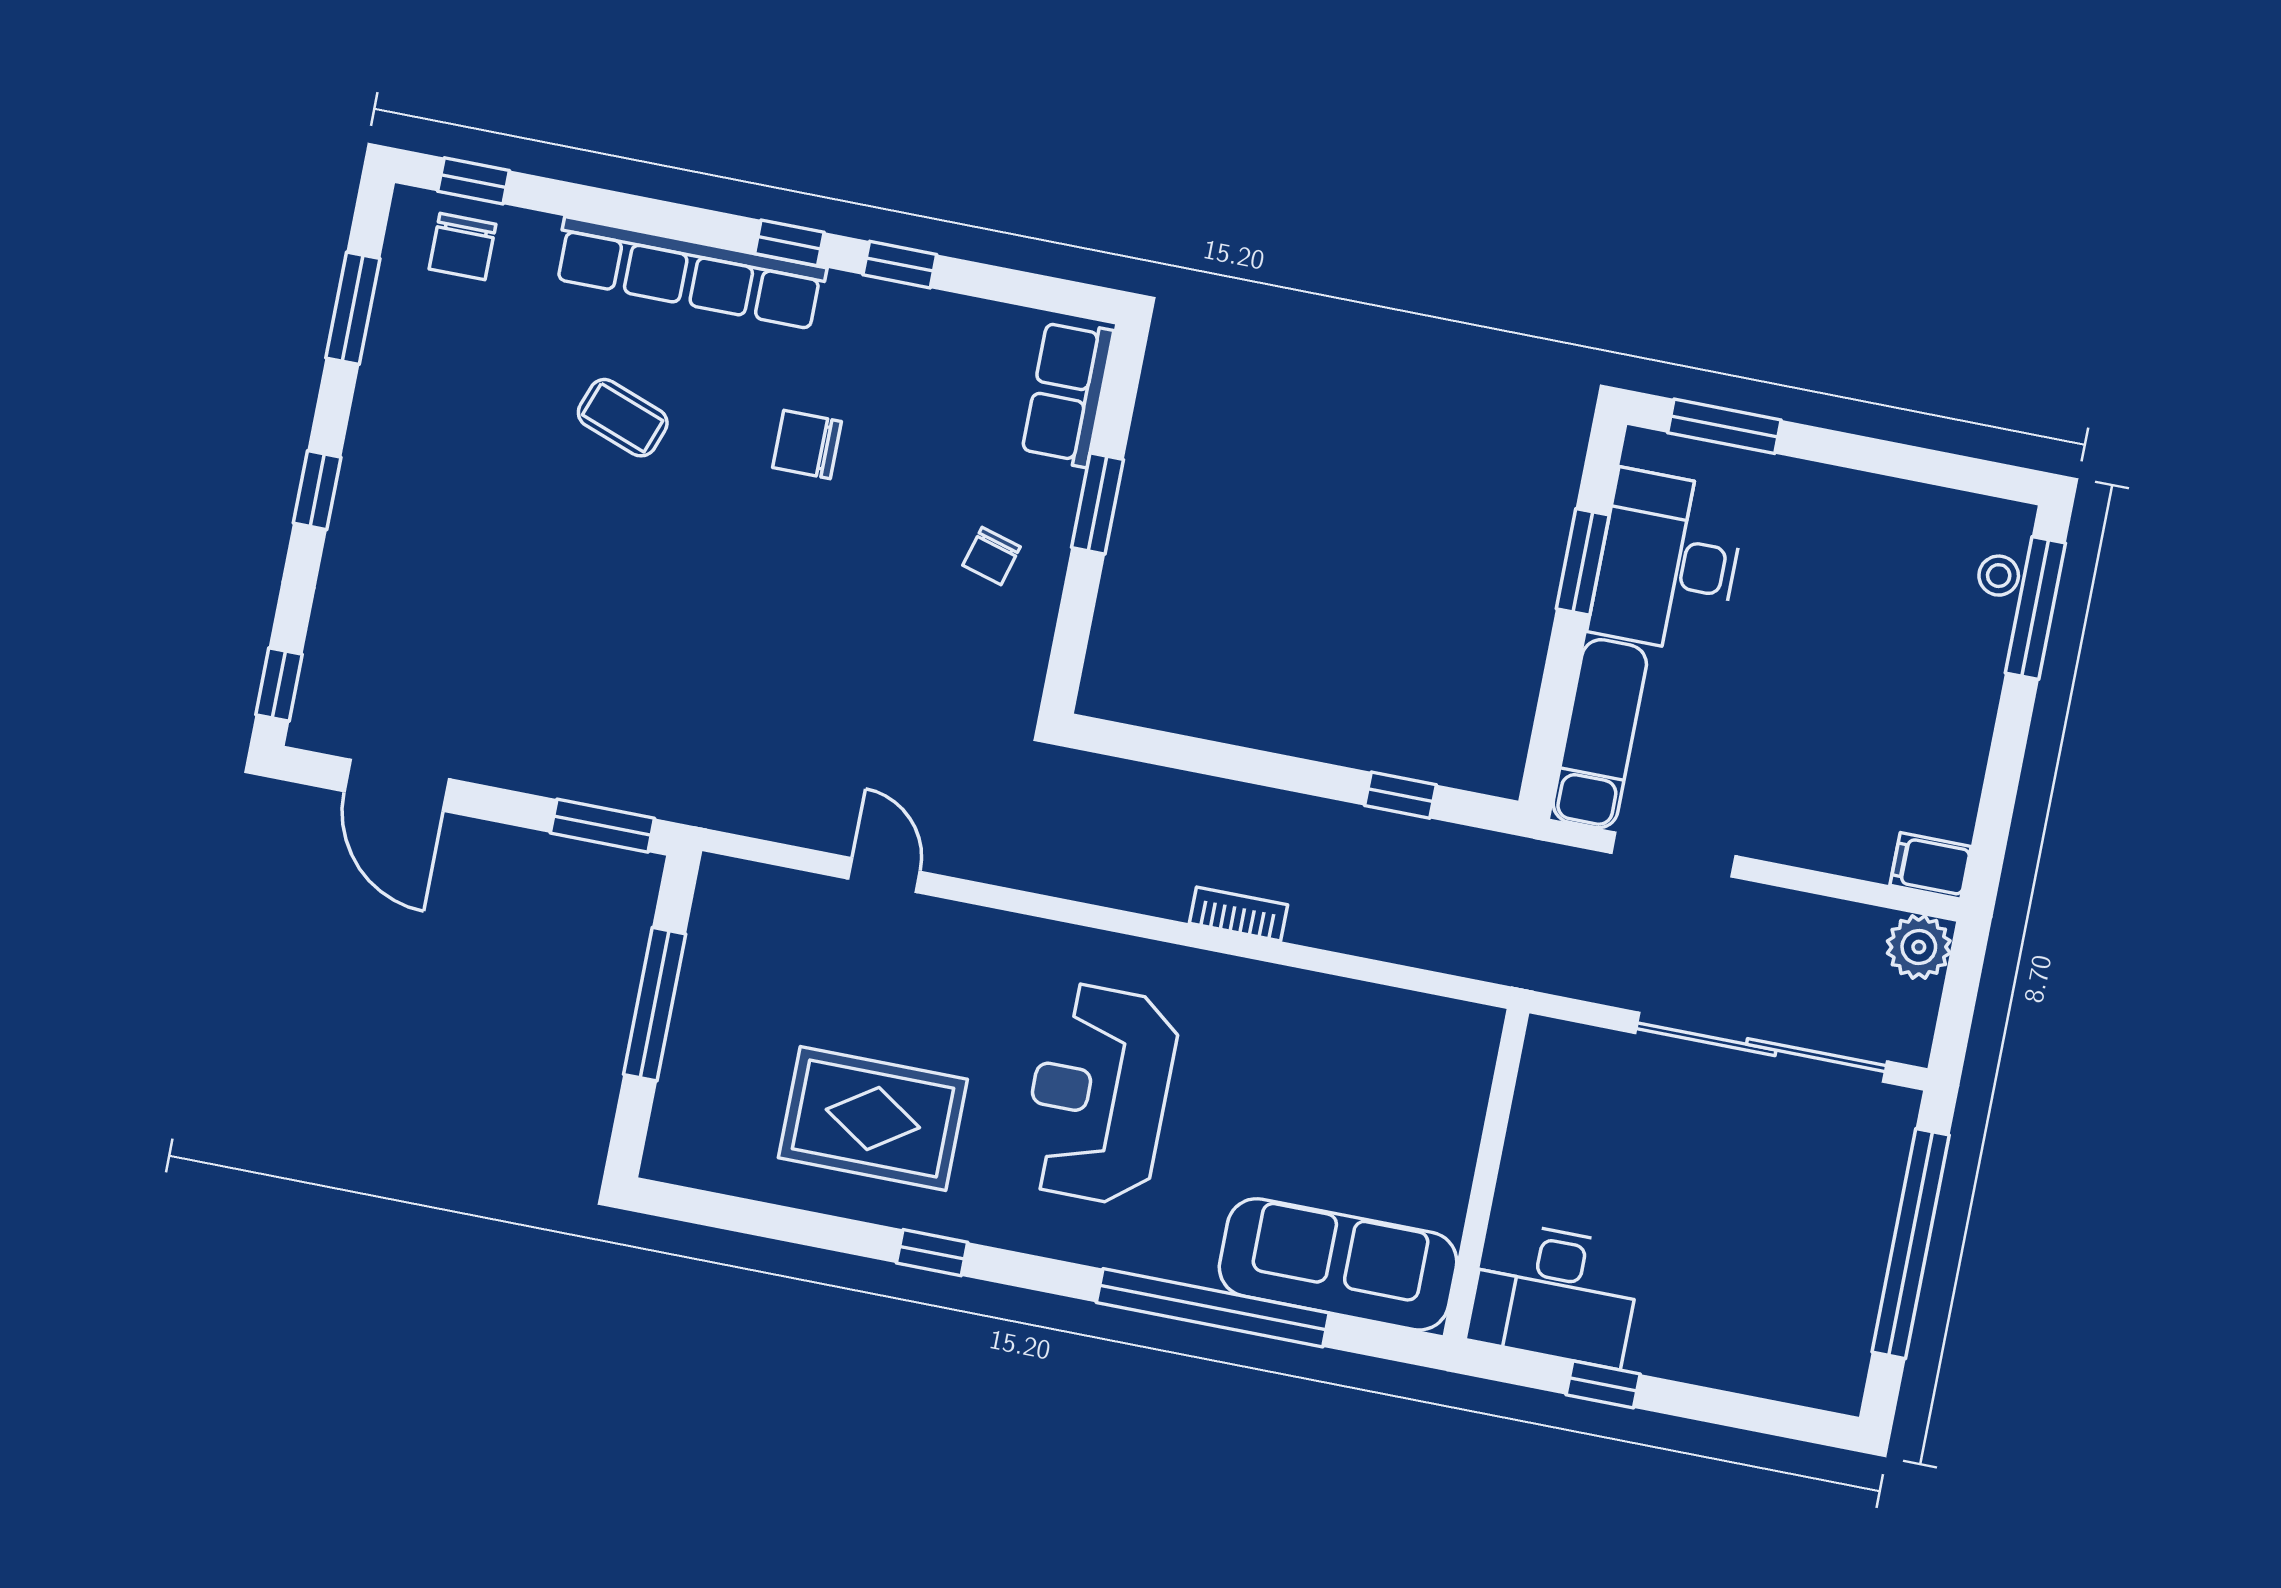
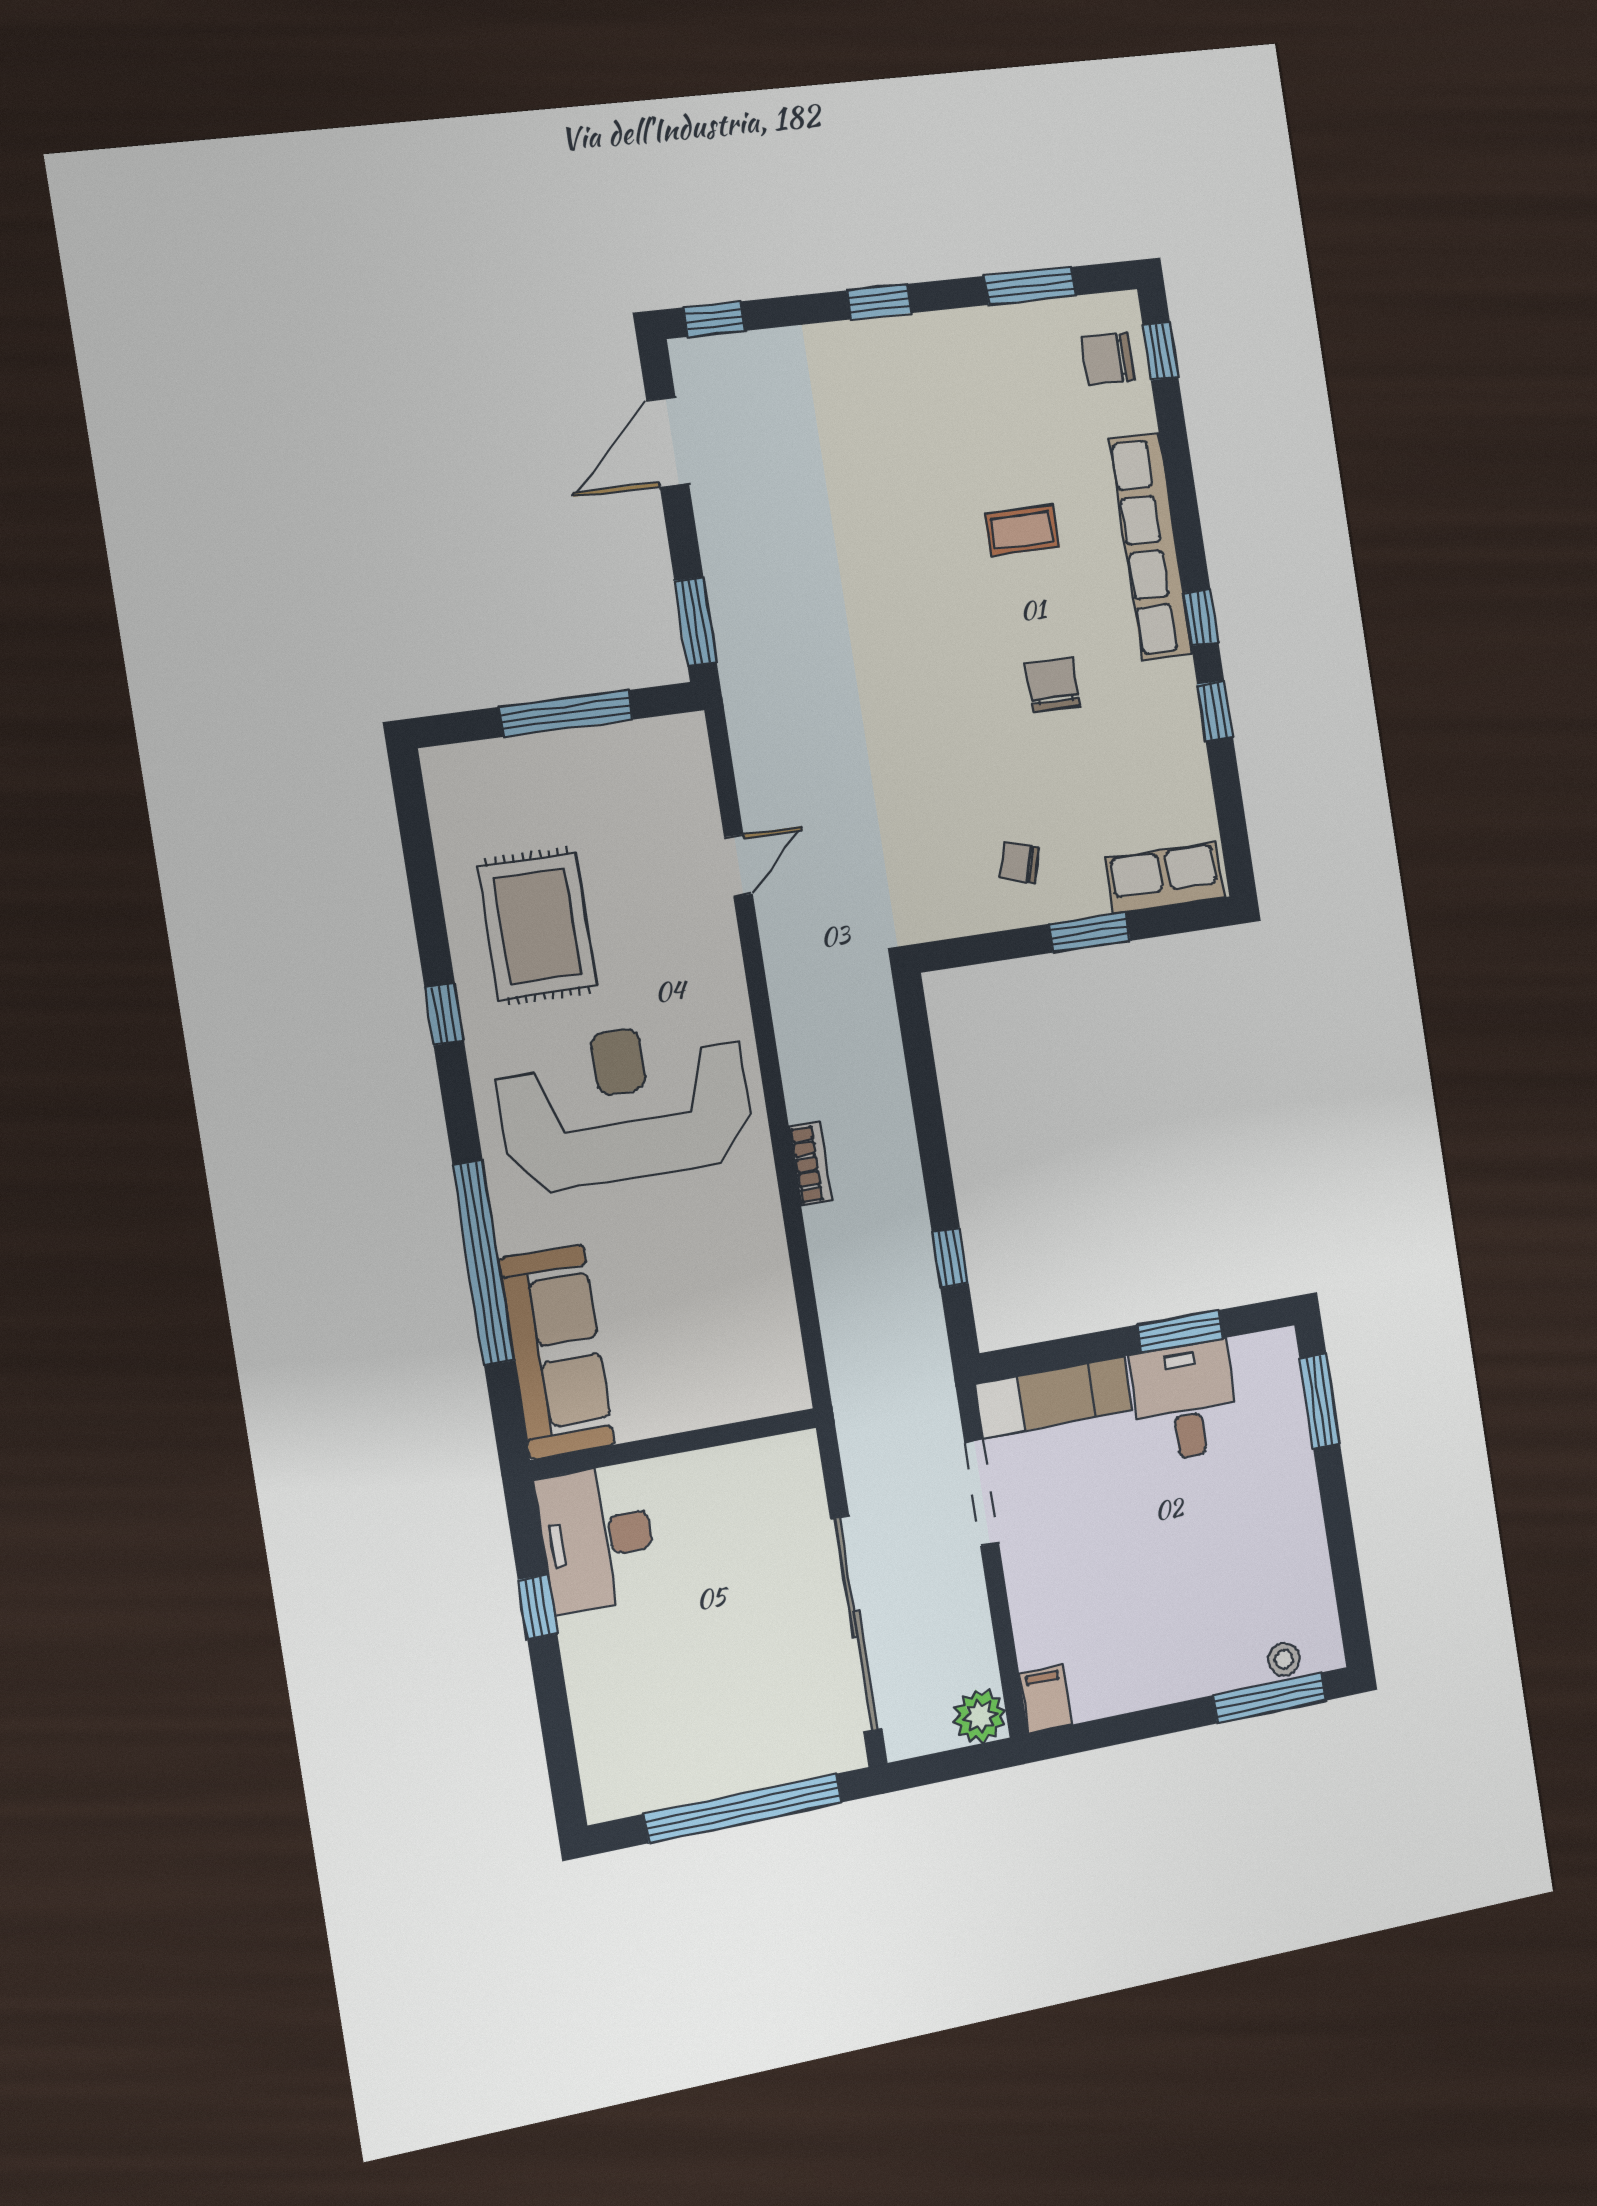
coffee table: (623, 418) -> (1022, 530), turned 70
desk: (1668, 562) -> (1185, 1401), width x0.73
reception desk: (1099, 1094) -> (625, 1104), width x1.36, depth x1.30

